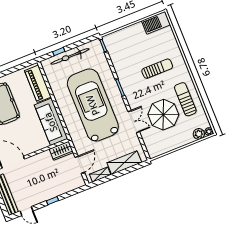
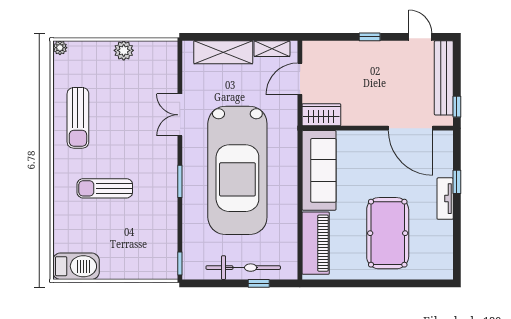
parasol: (163, 115) -> (125, 107), removed
plant: (199, 134) -> (124, 50), moved

